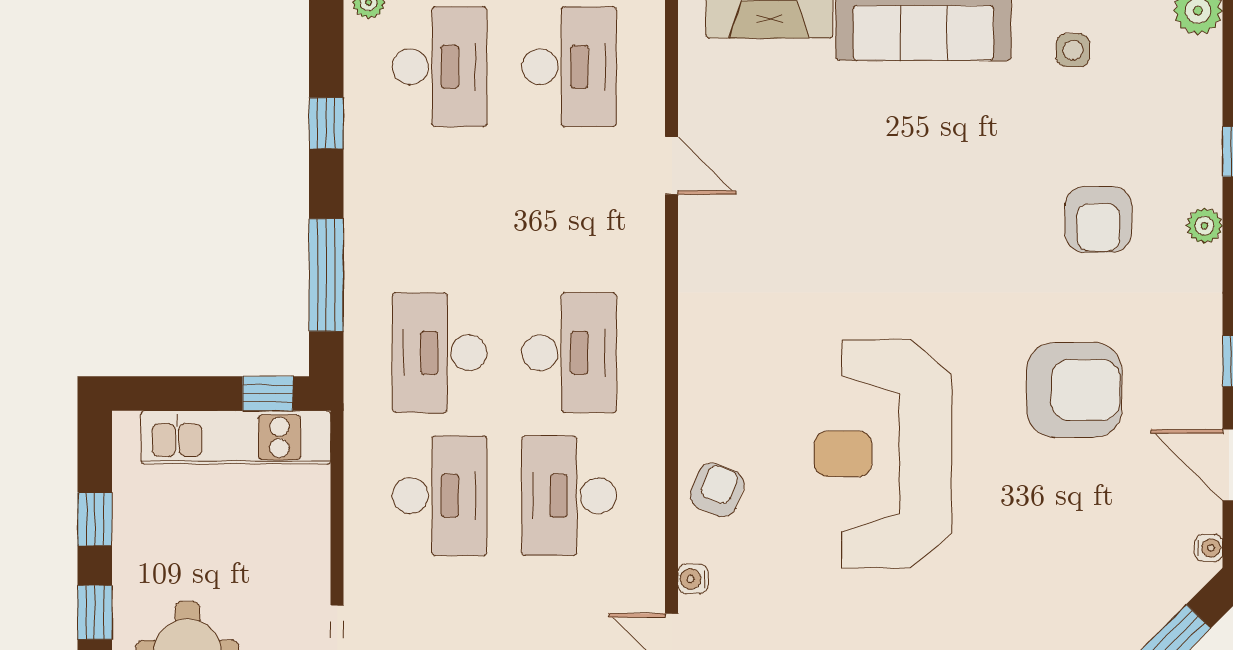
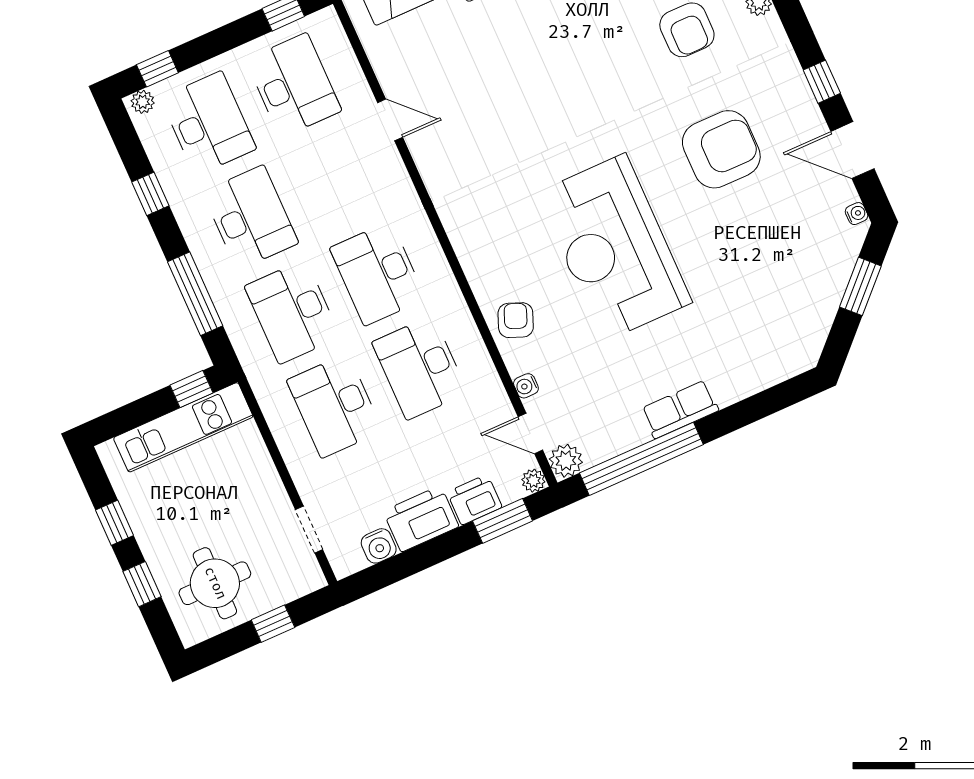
desk: (440, 210) -> (250, 217), added
desk: (569, 353) -> (378, 273), turned 180
desk: (440, 496) -> (335, 406), turned 180

